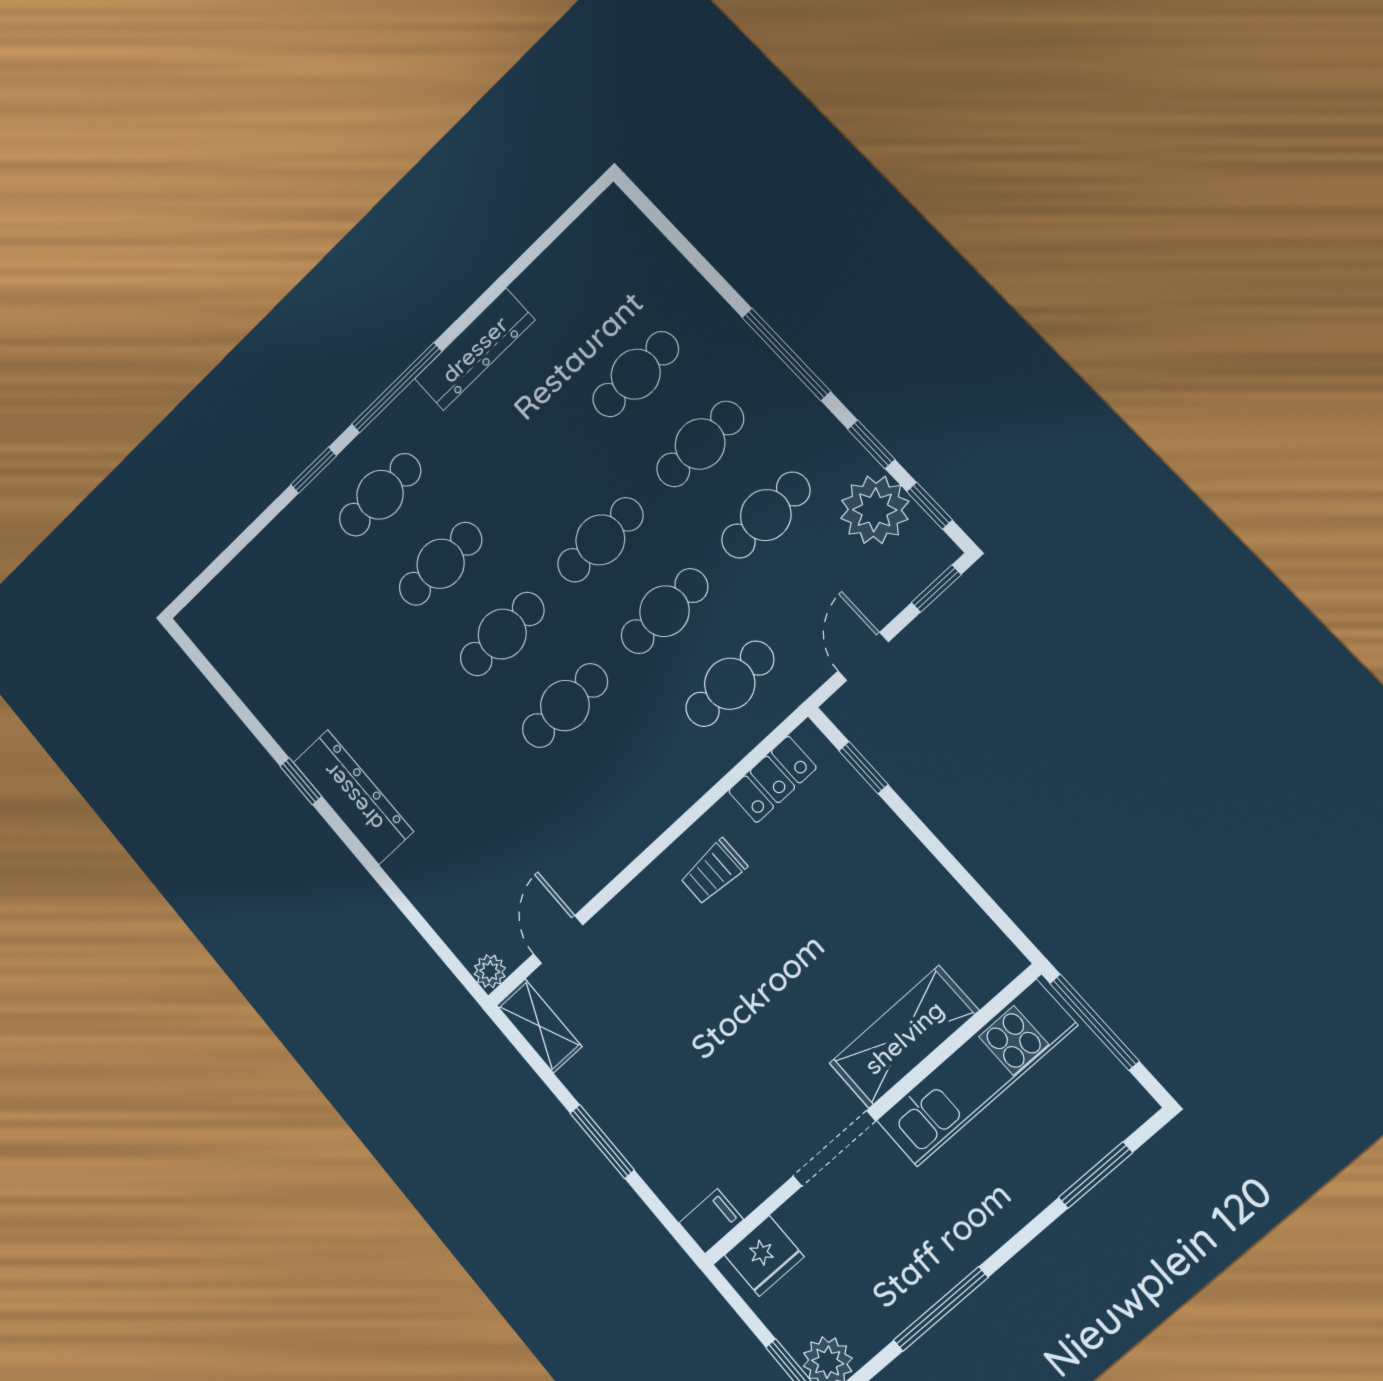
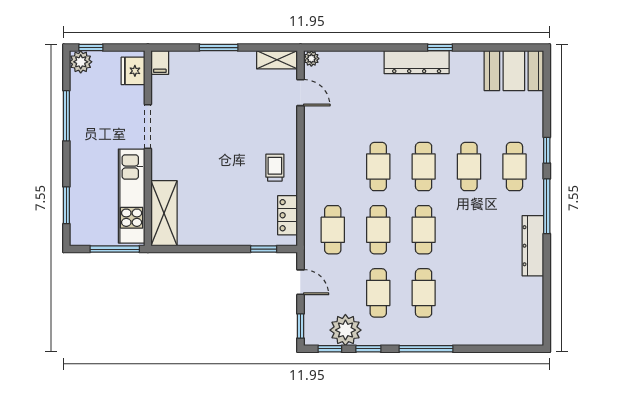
cafe table: (636, 374) -> (469, 293), removed
booth: (239, 635) -> (514, 71), added
shelving: (904, 1037) -> (164, 213), moved

